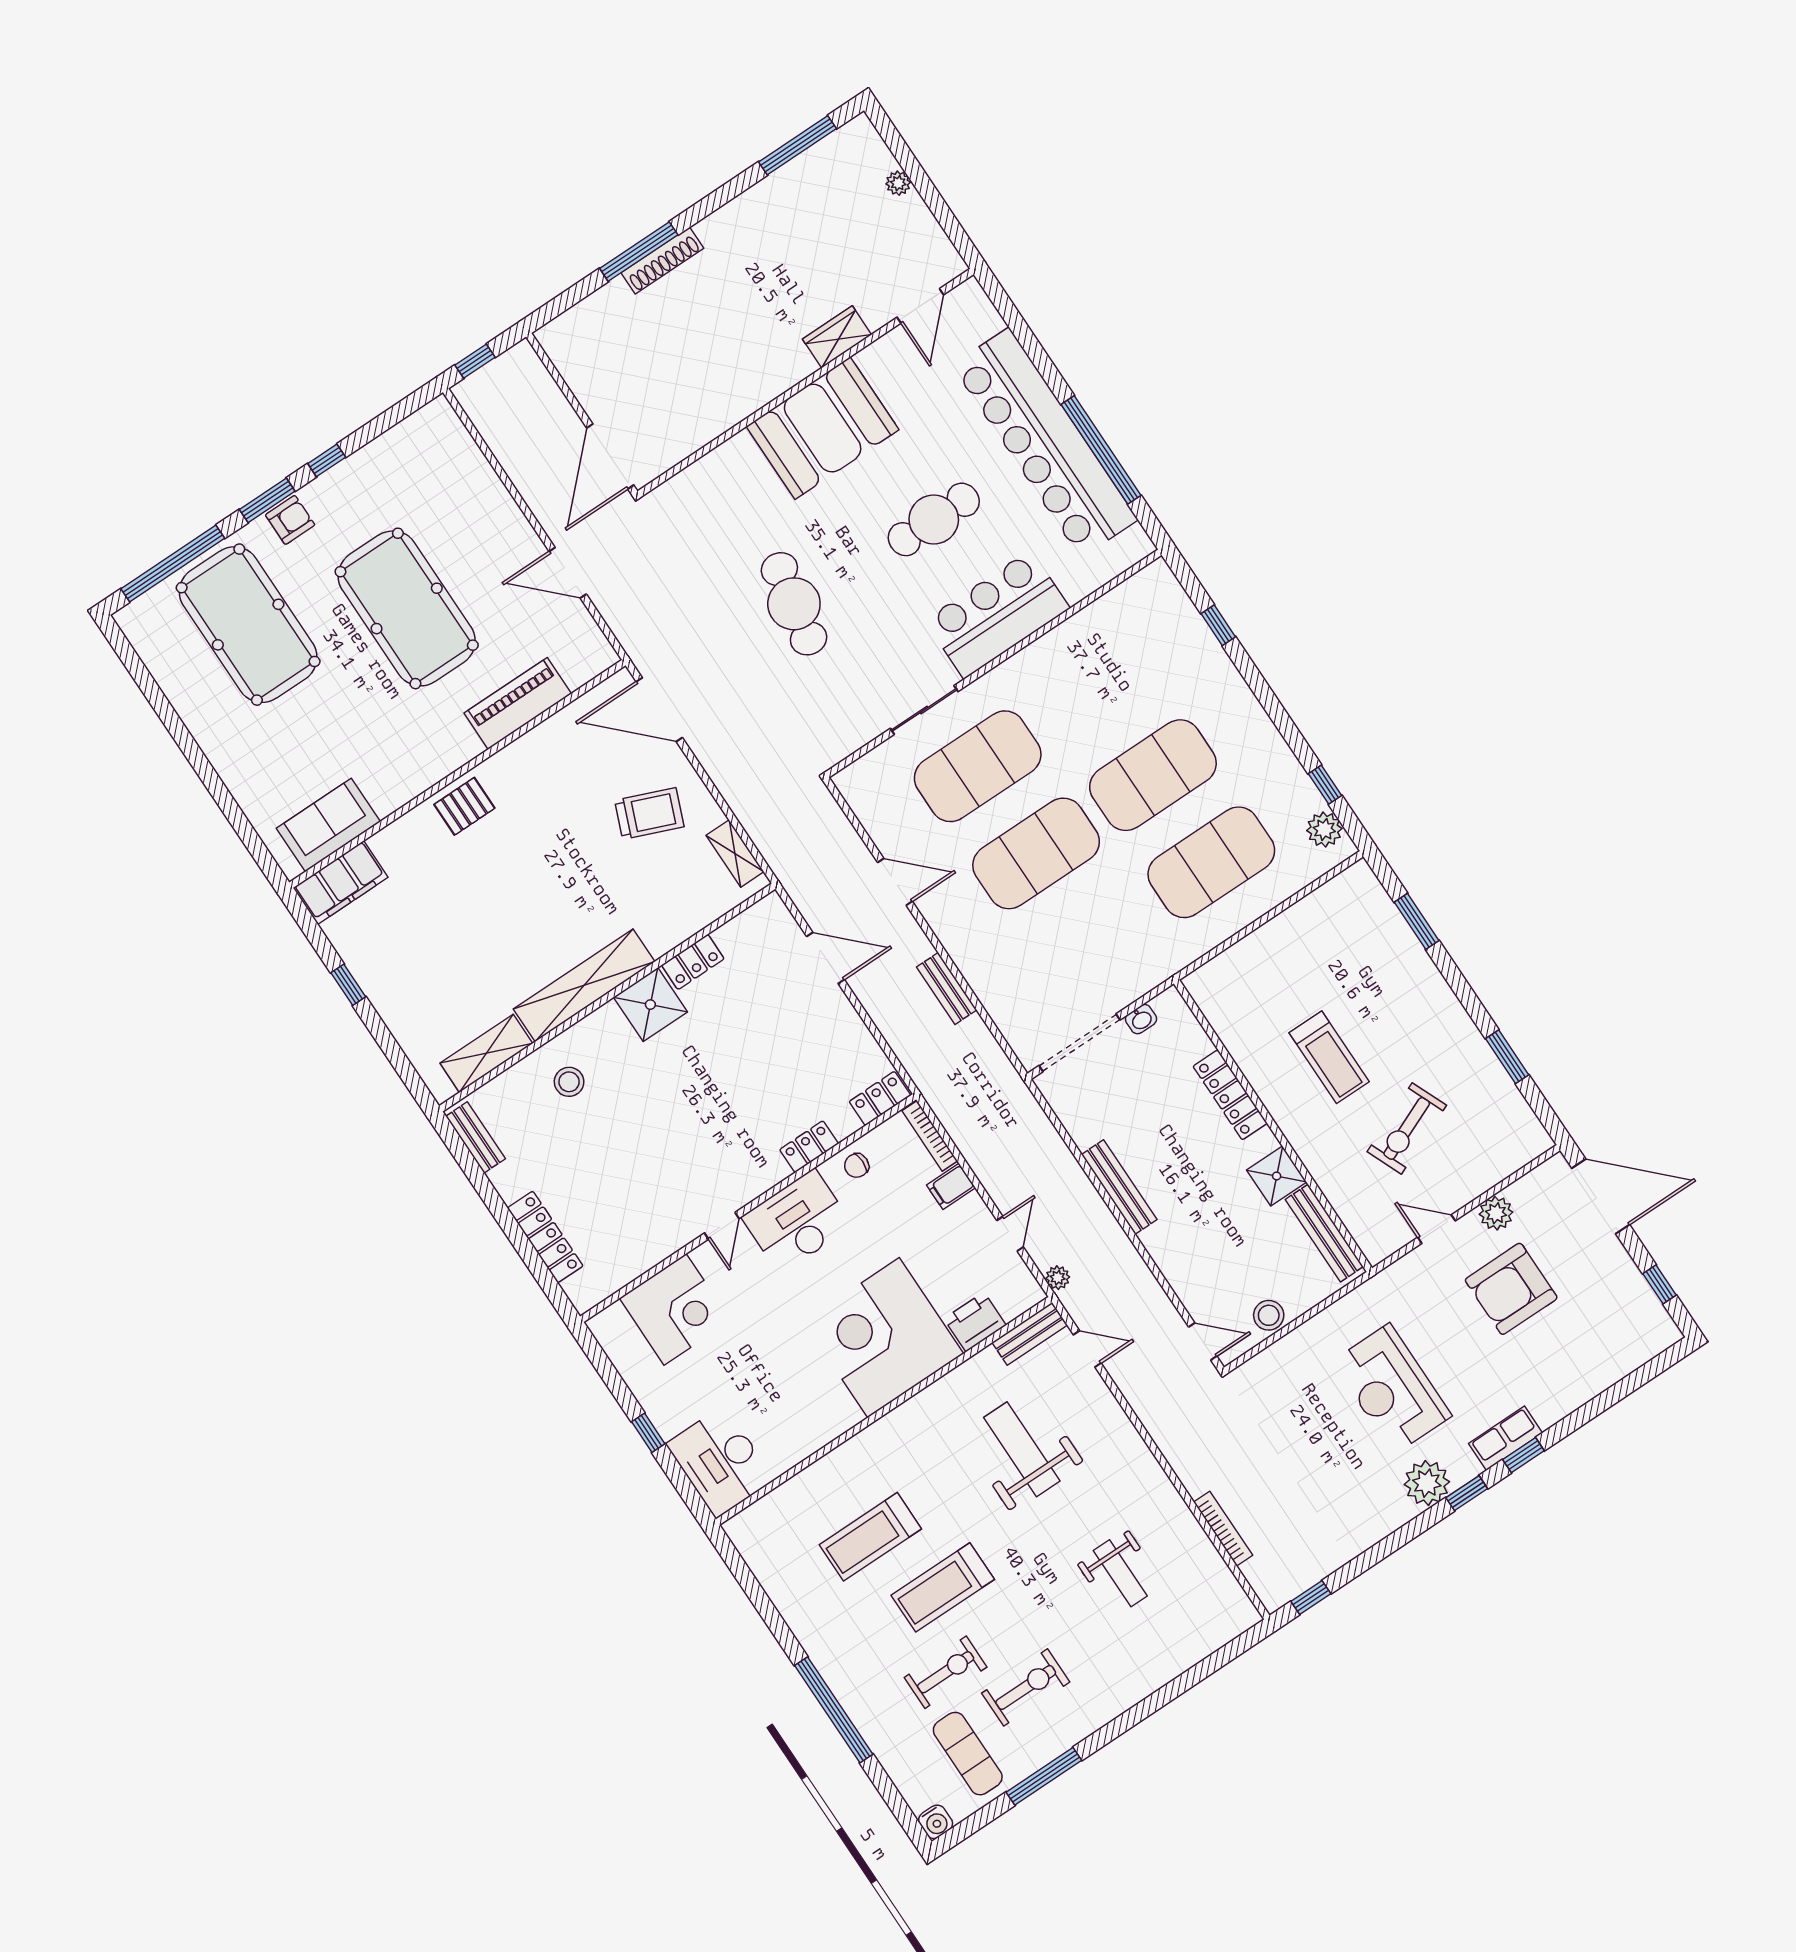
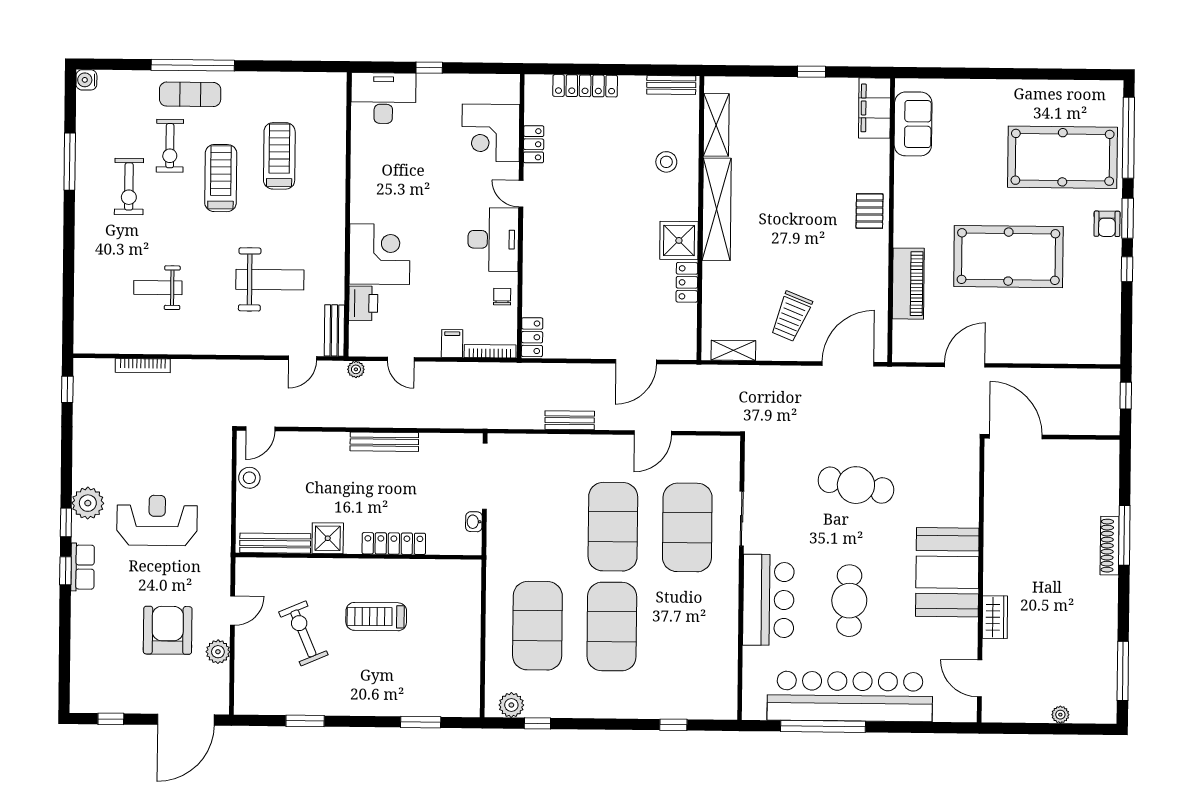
locker: (809, 1147) -> (534, 144), moved
corner desk: (884, 1338) -> (380, 254), width x0.74, depth x0.74
exercise mat: (968, 1754) -> (190, 94), moved

